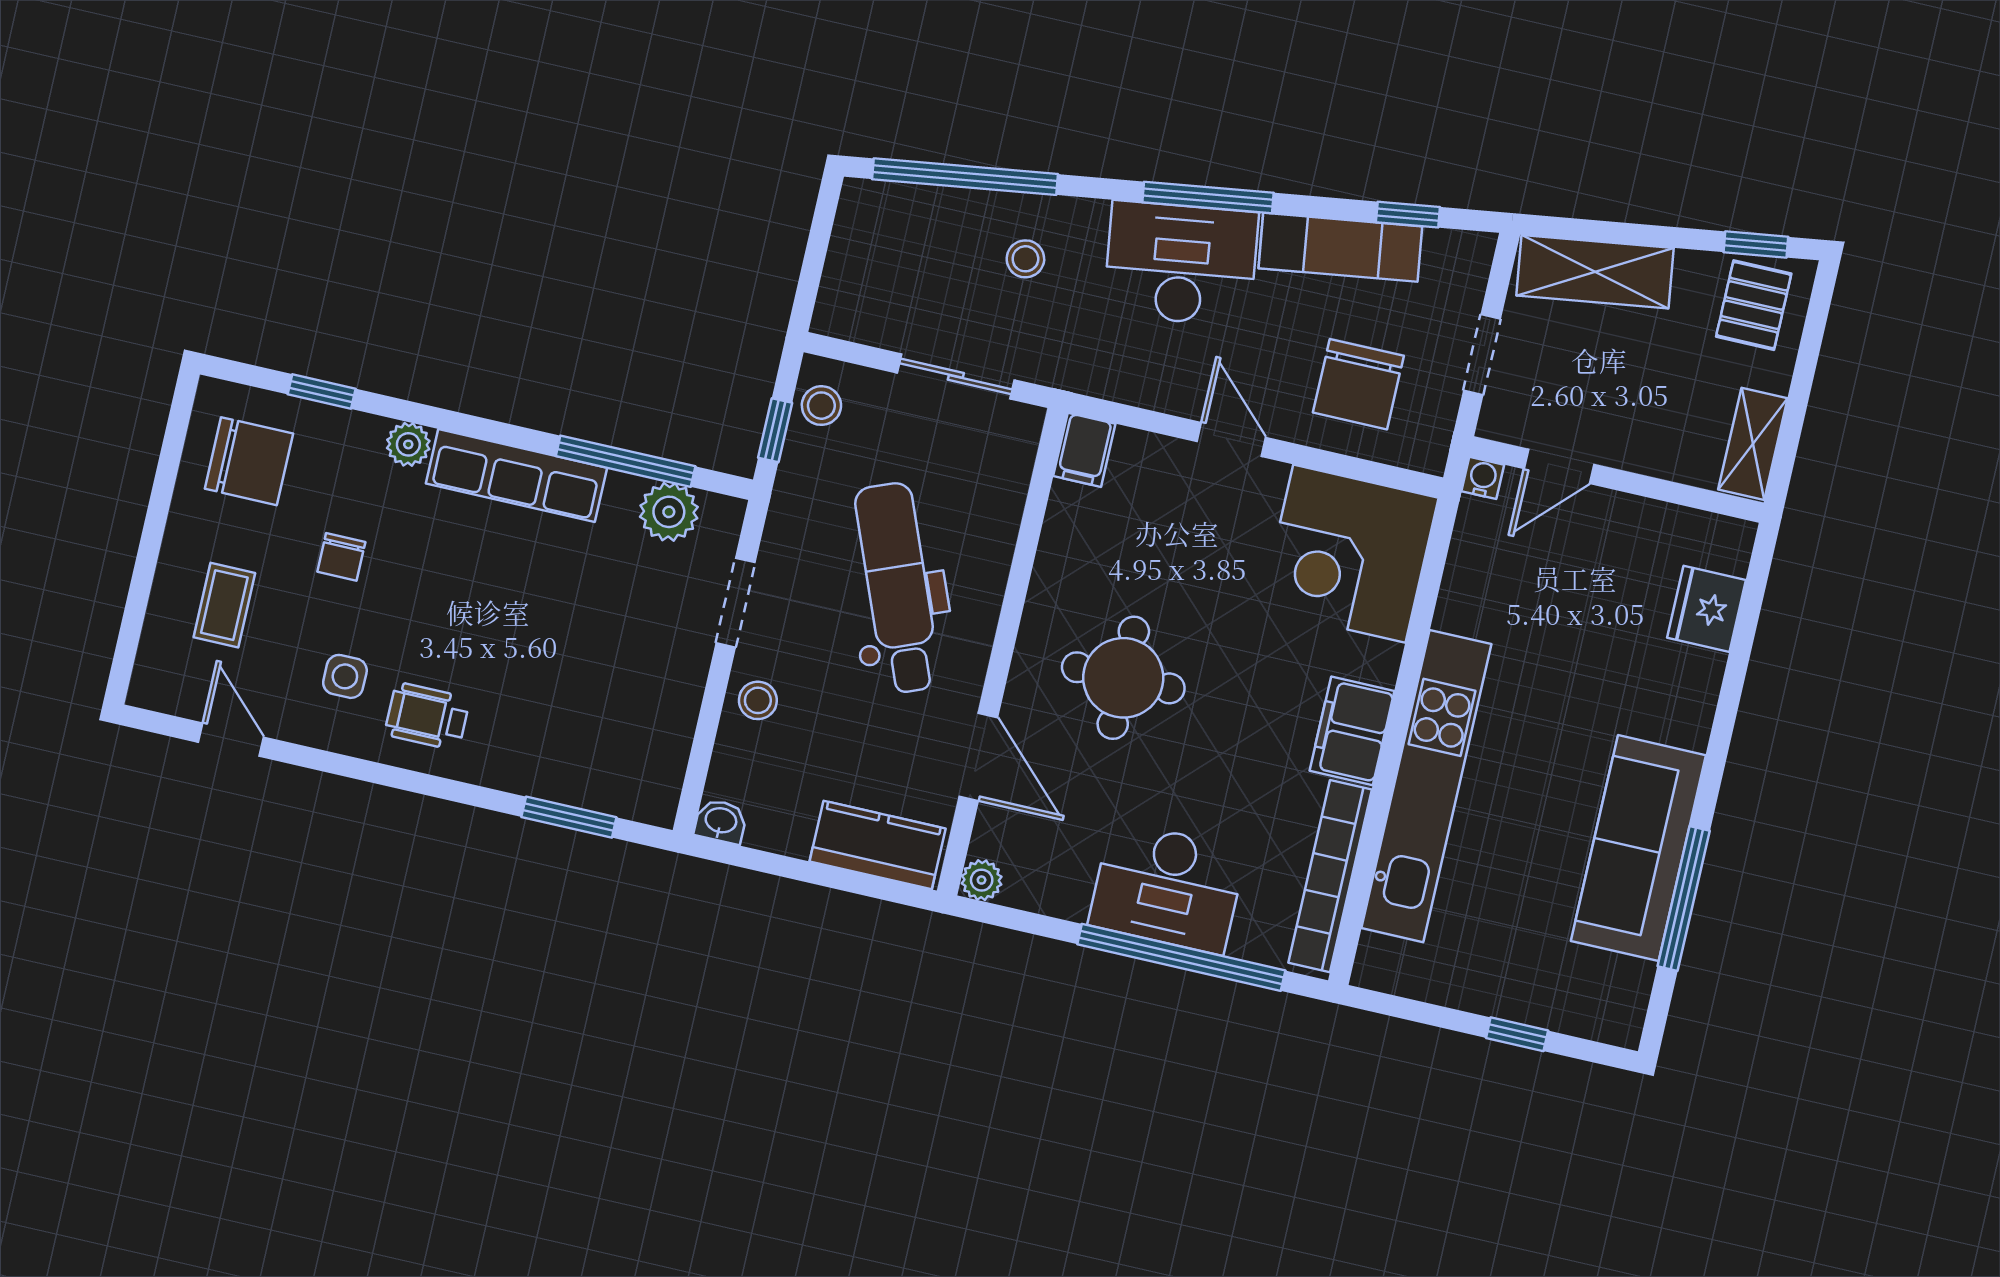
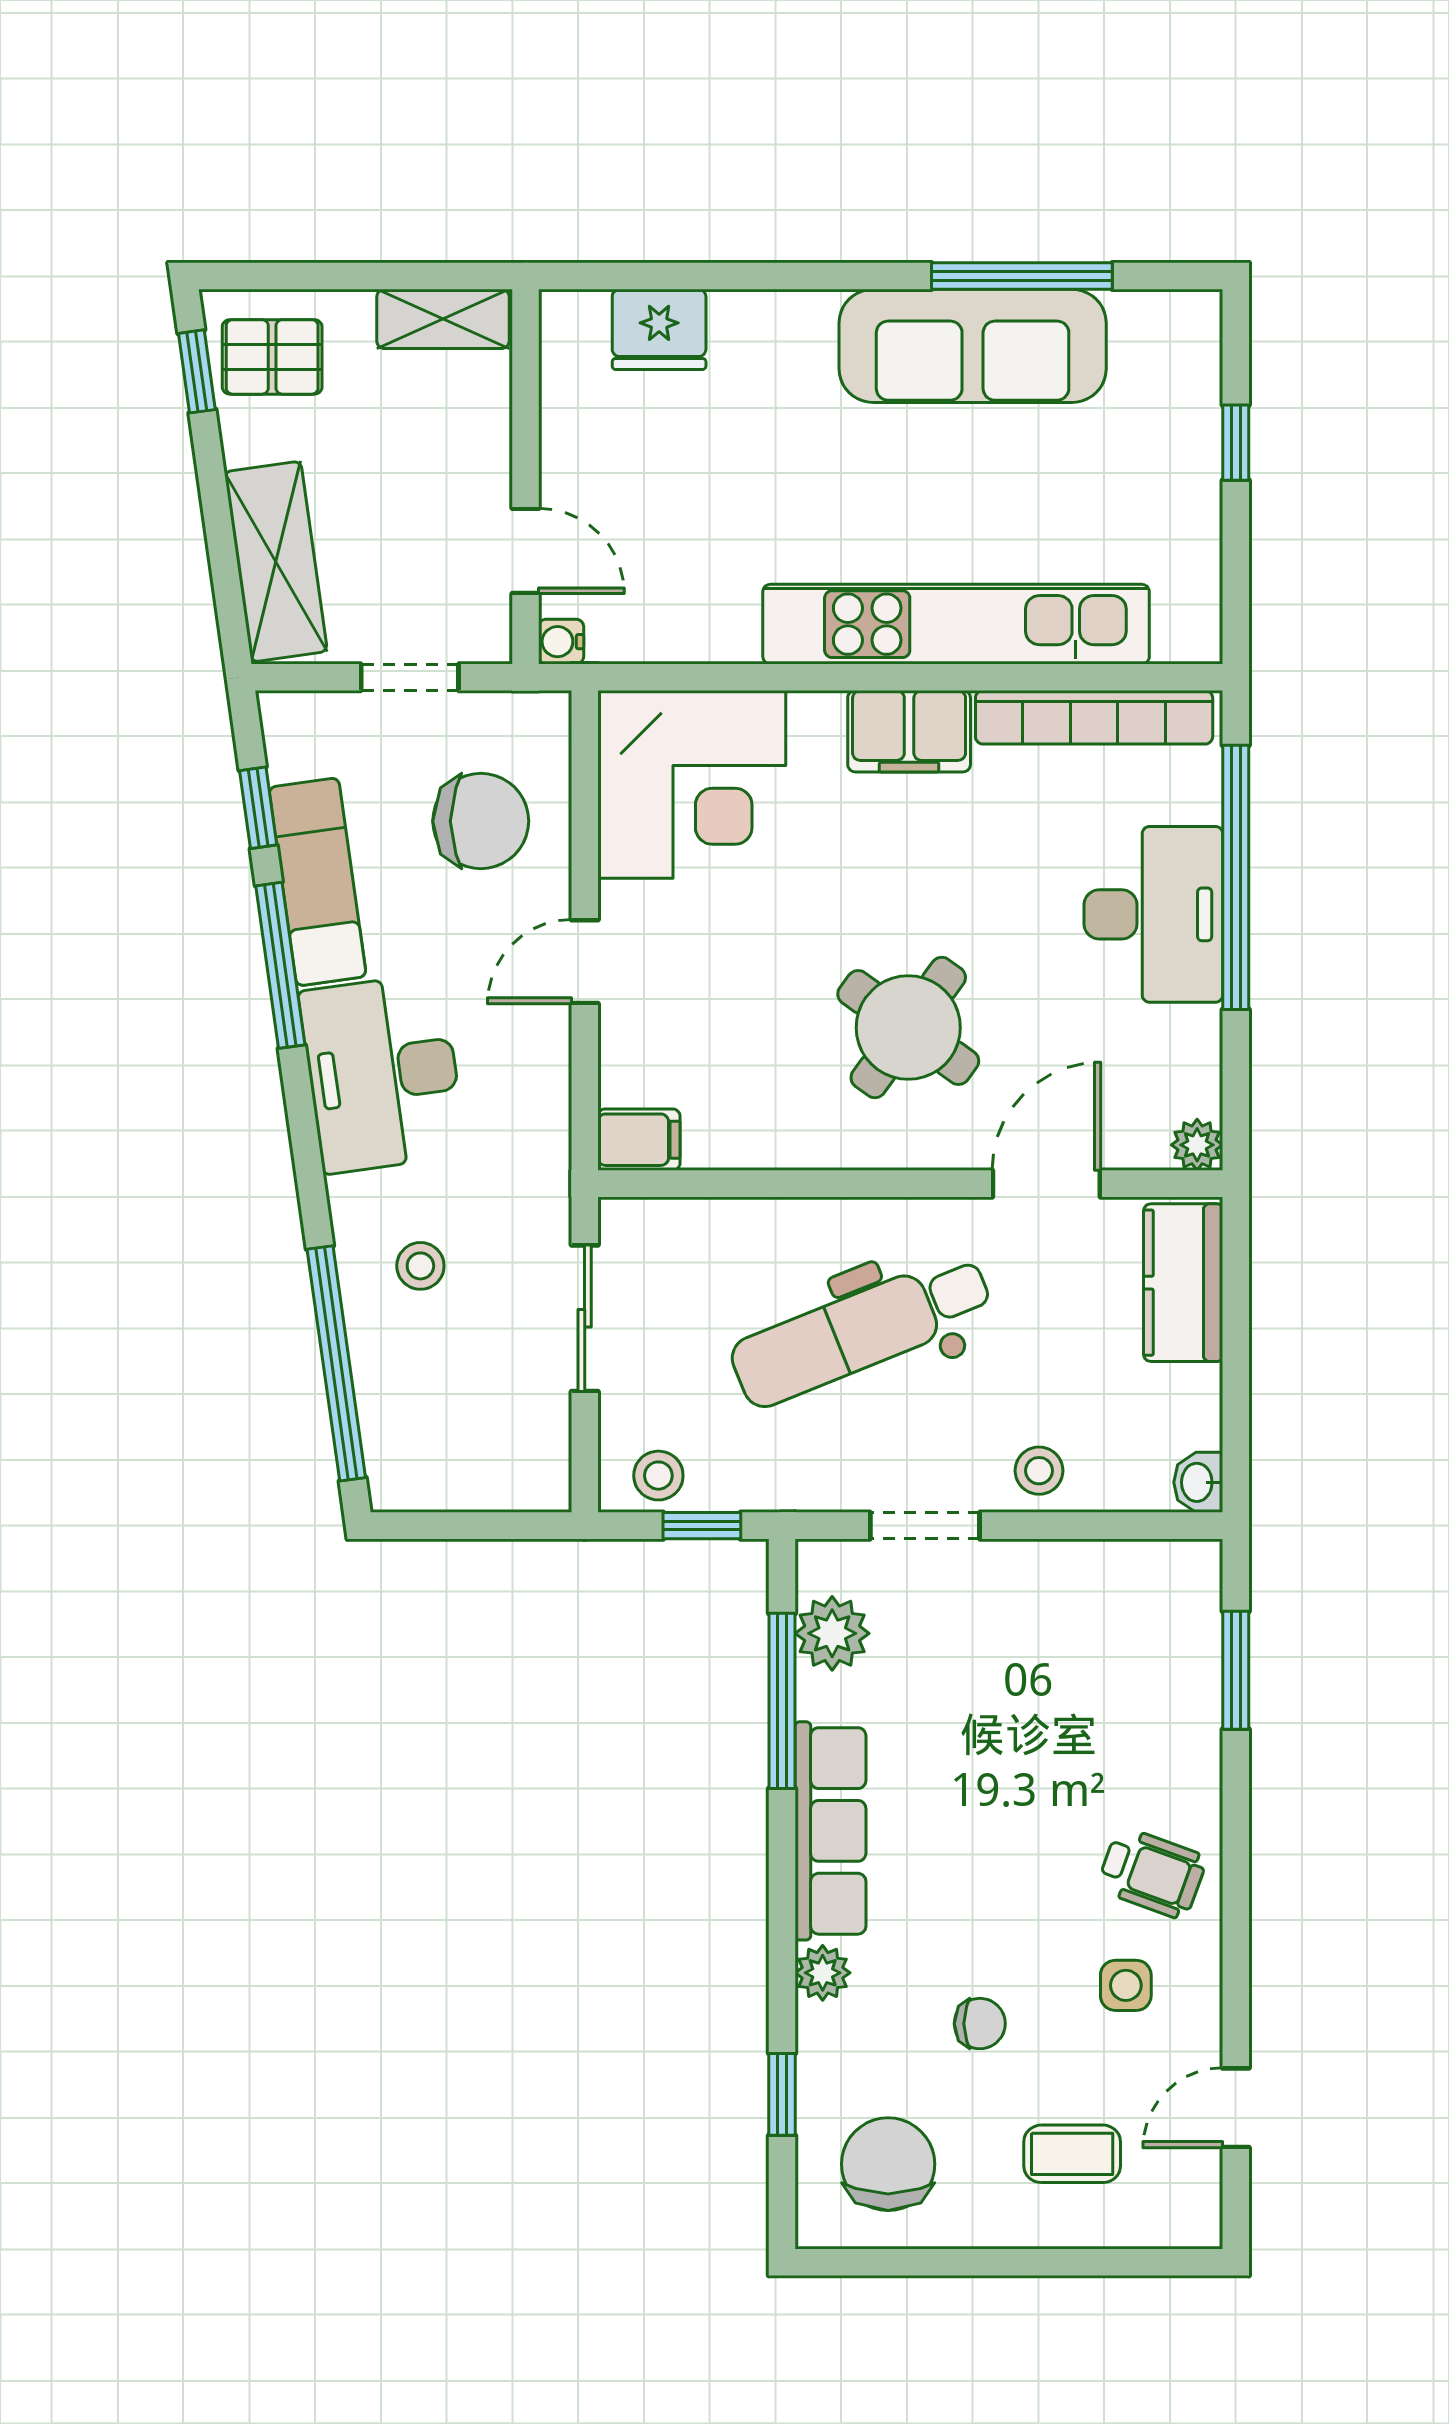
window: (1208, 197) -> (280, 965), moved
round table: (1123, 678) -> (908, 1028), turned 36
wheelchair: (427, 716) -> (1152, 1873), turned -70

